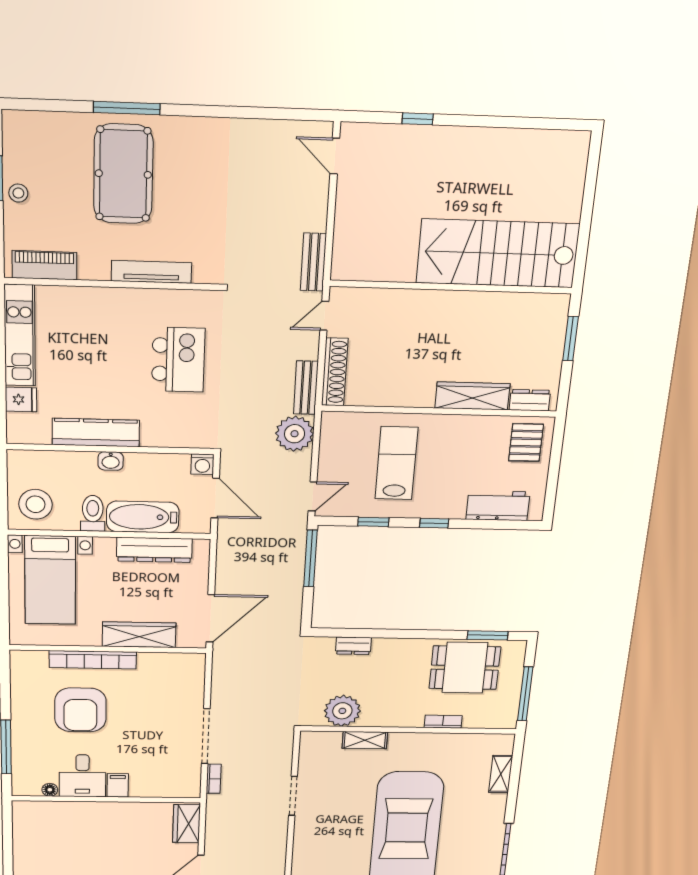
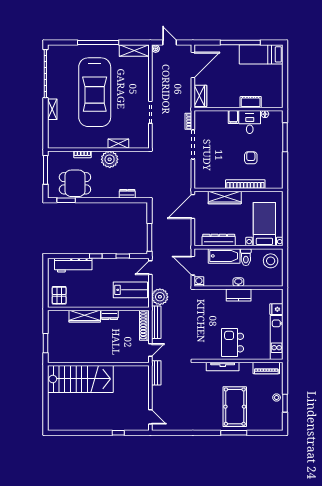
kitchen island: (178, 360) -> (233, 343), moved
bench: (306, 388) -> (156, 322), width x1.36
dresser: (530, 400) -> (110, 315), moved
kitchen counter: (96, 433) -> (239, 295), width x0.67
lab bench: (396, 463) -> (130, 290), moved, turned -90
workbench: (498, 506) -> (73, 265), width x1.38
armchair: (80, 710) -> (251, 158), width x0.53, depth x0.53
plant: (342, 711) -> (110, 159), moved
shelving: (501, 774) -> (52, 109), moved
cot: (80, 811) -> (251, 102), added

